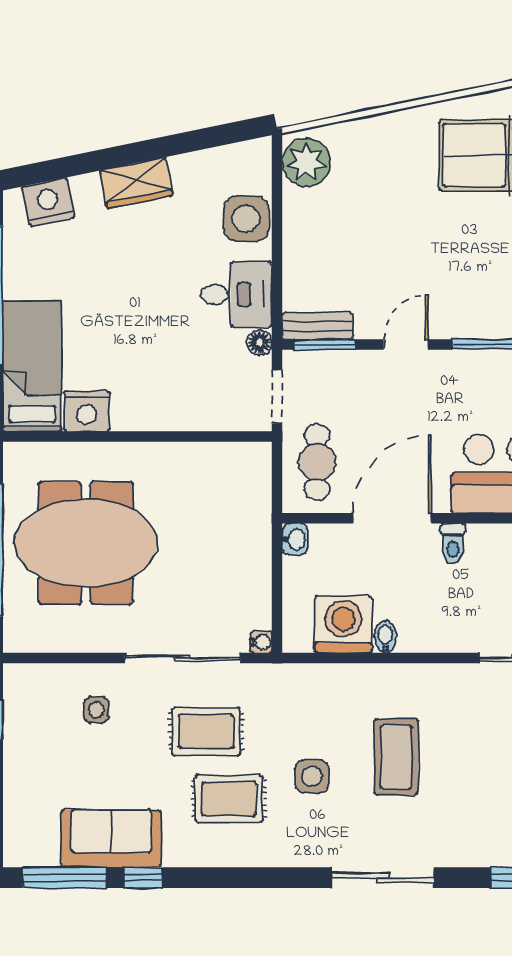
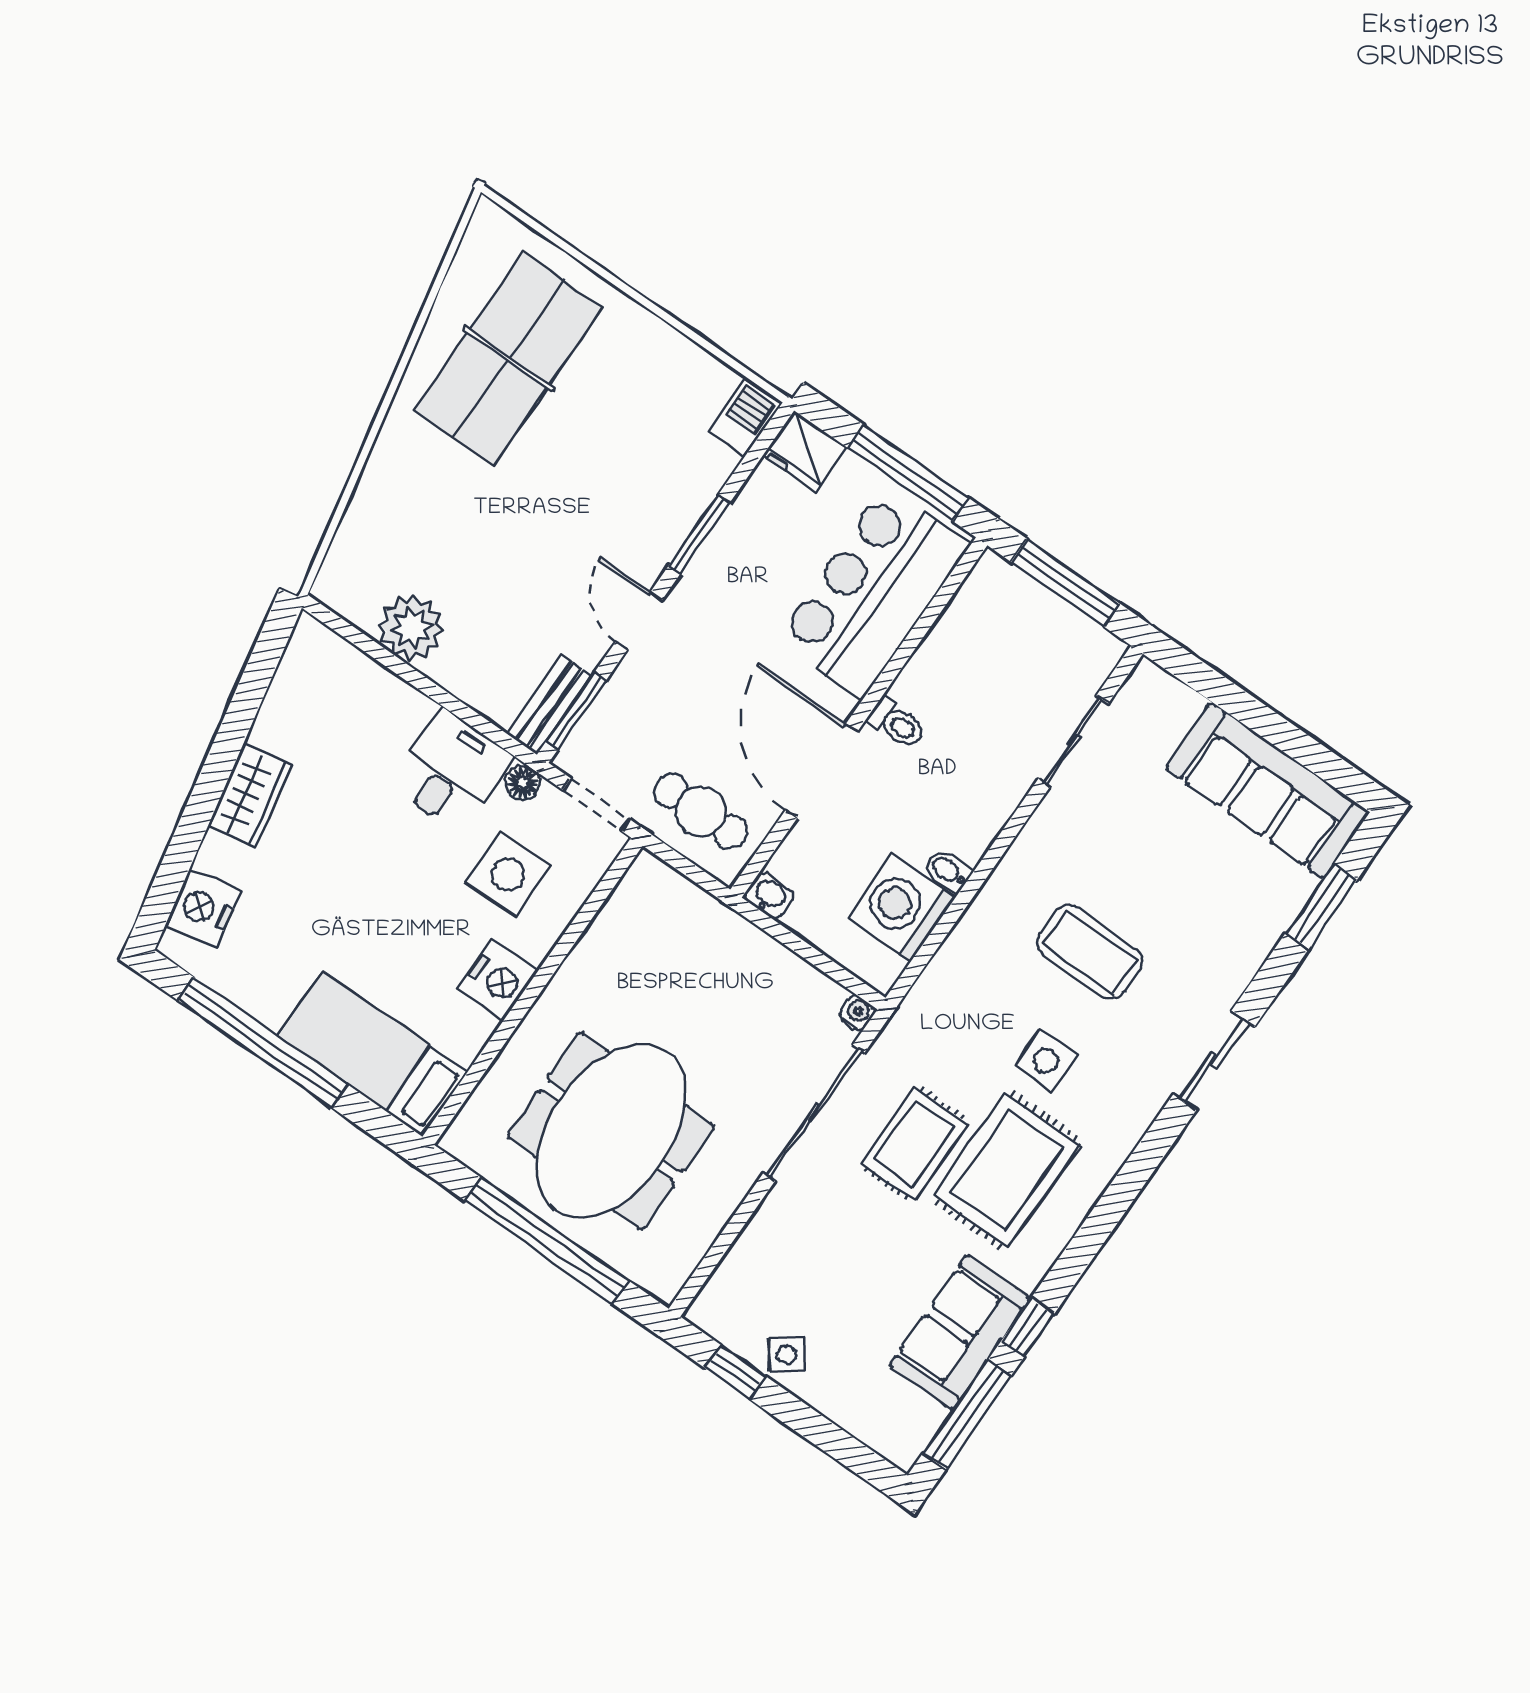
plant: (306, 162) -> (412, 627), moved
side table: (246, 219) -> (508, 874), moved
nightstand: (87, 411) -> (498, 980), moved
side table: (96, 710) -> (786, 1355), moved, turned -36
rug: (229, 799) -> (1007, 1170), width x1.36, depth x1.43
sliding door: (383, 878) -> (1214, 1060), width x0.73

